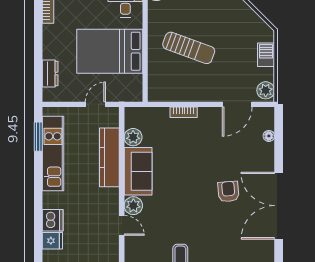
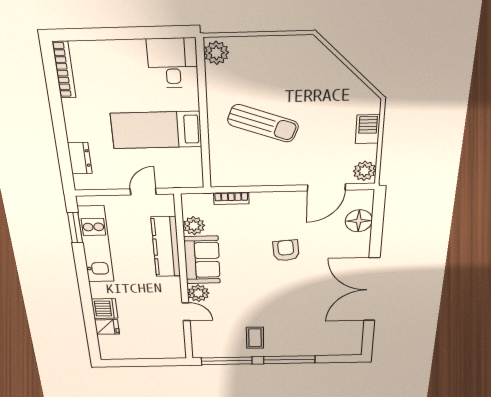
bed: (110, 51) -> (156, 130), width x0.67
bookcase: (184, 112) -> (231, 198), moved
floor lamp: (269, 136) -> (359, 221), width x1.89, depth x1.89
armchair: (228, 192) -> (286, 250), moved

